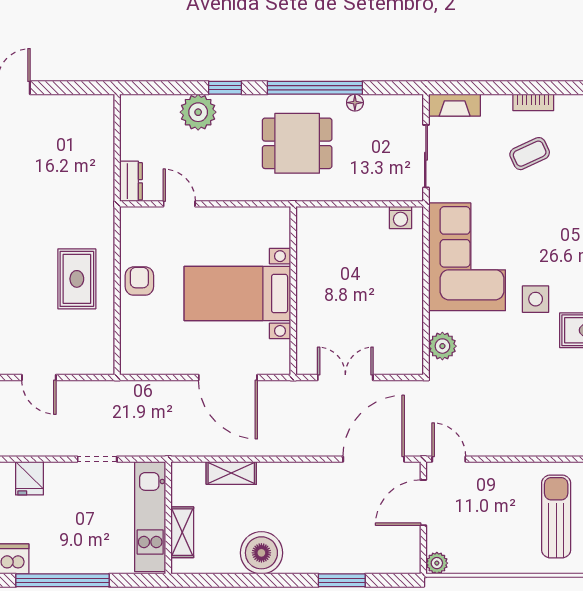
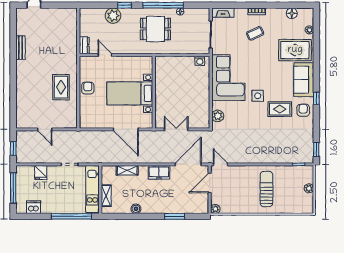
freezer: (305, 478) -> (159, 172), added
boiler: (261, 553) -> (136, 209), width x0.54, depth x0.54
window: (63, 580) -> (72, 216), moved

